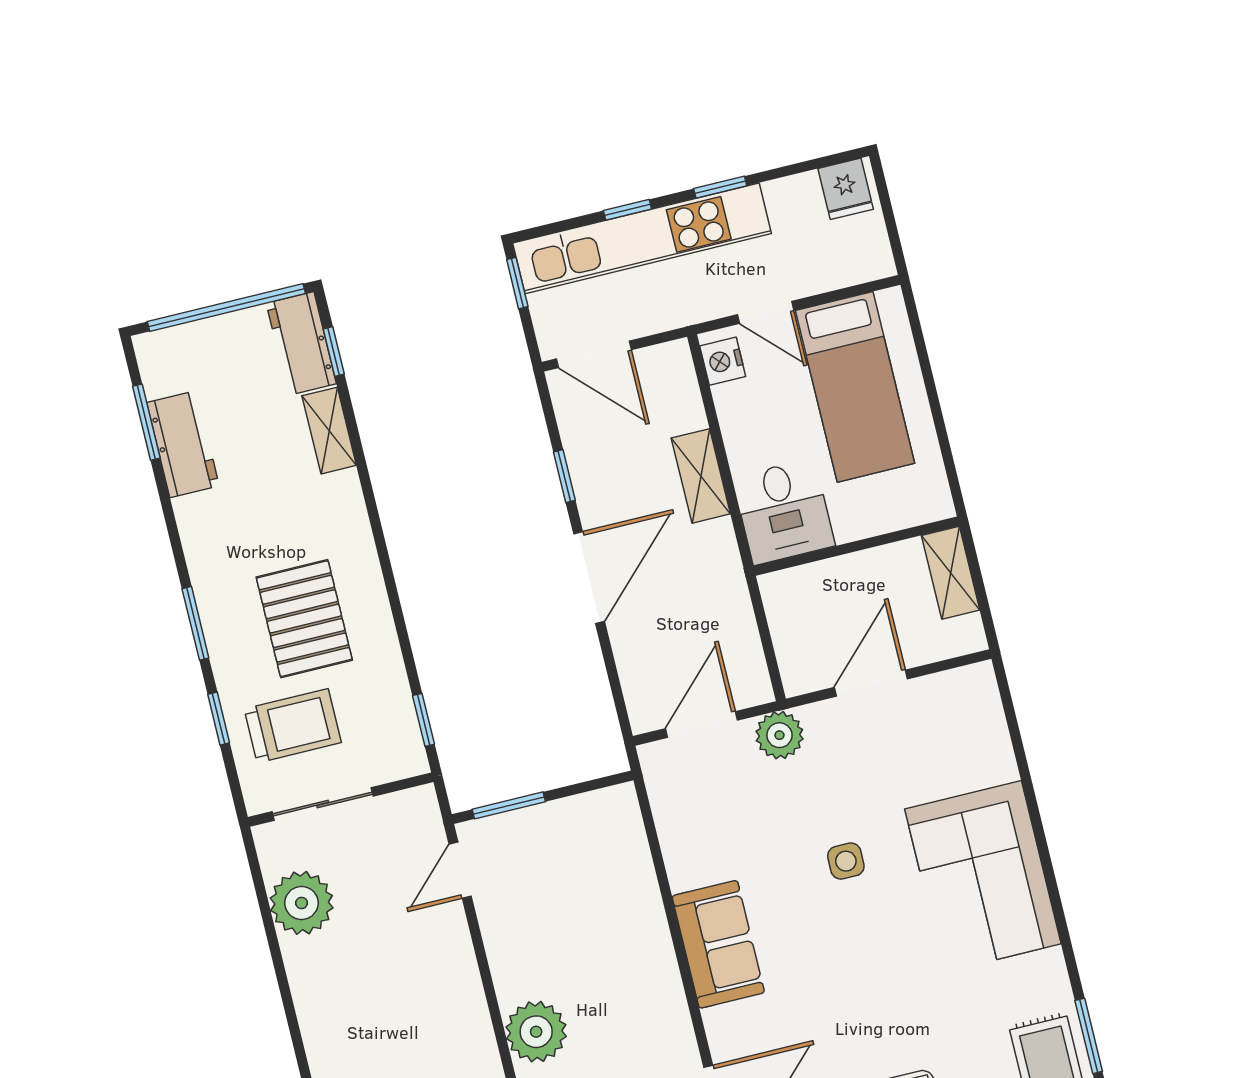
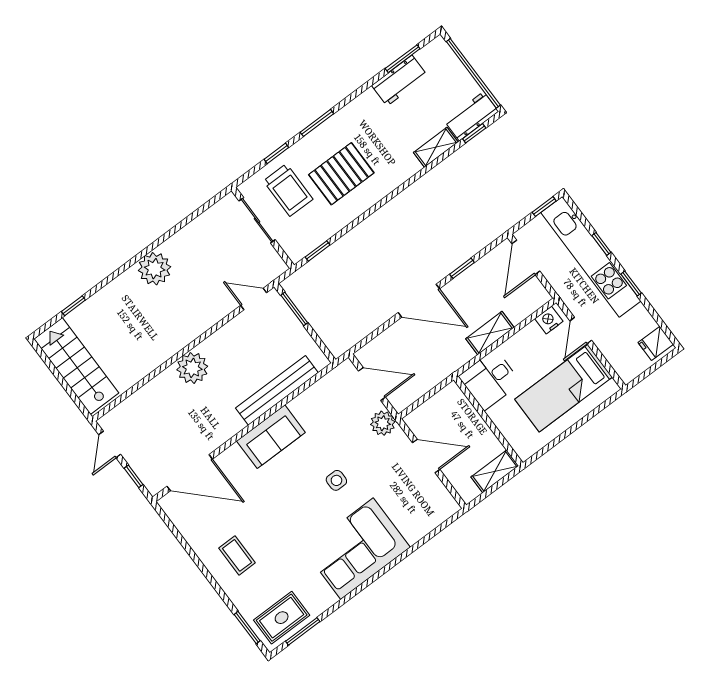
bench: (641, 898) -> (277, 390), added
plant: (302, 903) -> (155, 269), moved

